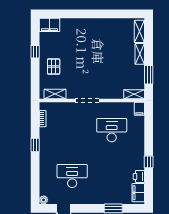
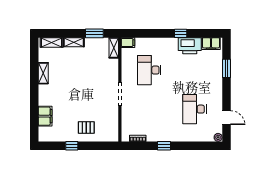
filing cabinet: (50, 25) -> (45, 116), moved
shelving: (55, 94) -> (43, 73), moved
printer: (139, 176) -> (190, 46), width x1.87, depth x1.48

